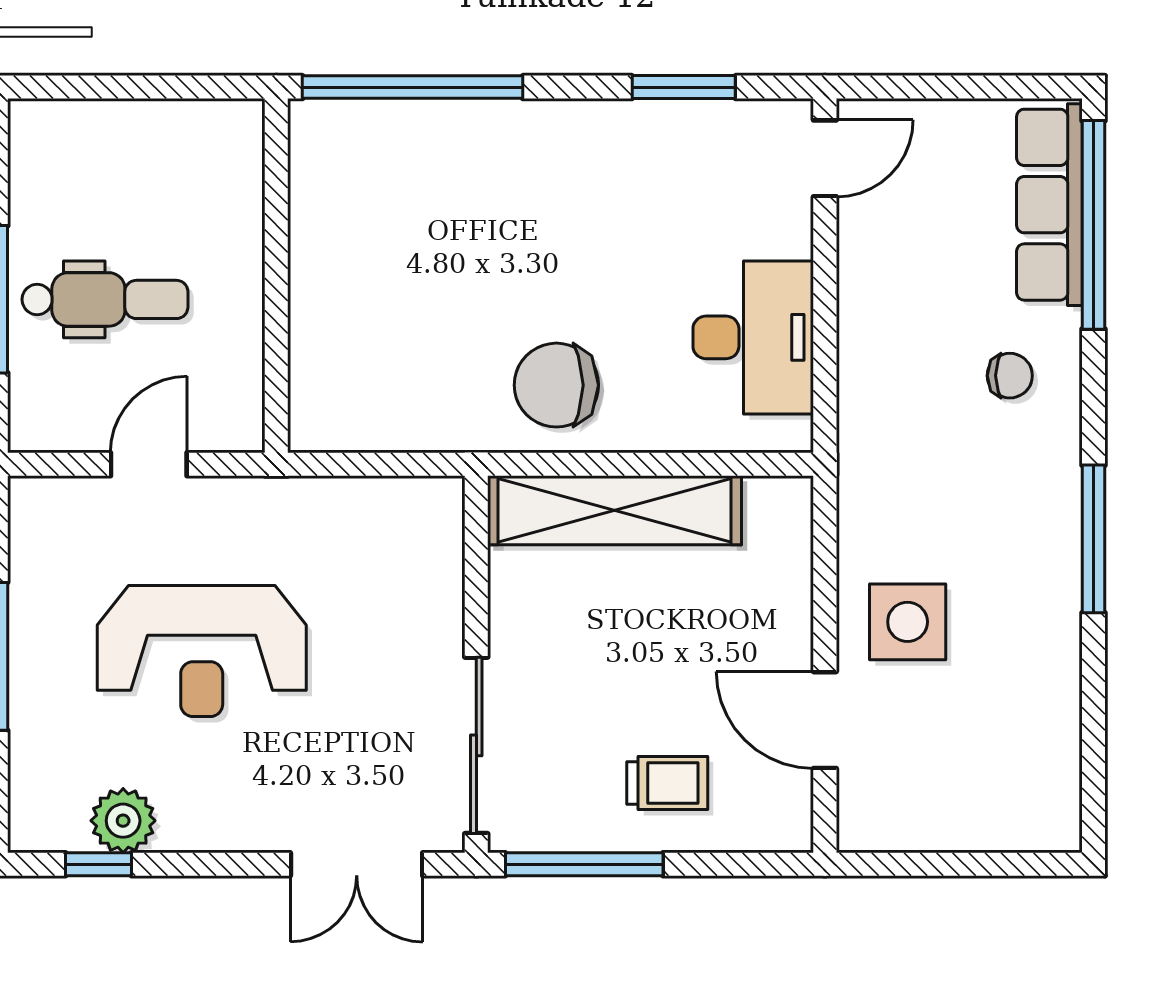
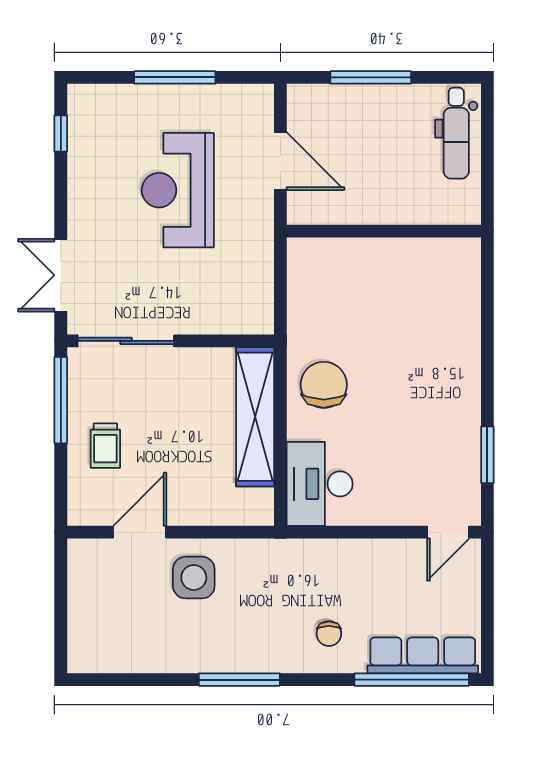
window: (413, 87) -> (487, 306), removed
door: (825, 158) -> (448, 532), hinge flipped
dental chair: (105, 299) -> (456, 133), moved
desk: (753, 337) -> (320, 484), moved, turned 90
door: (149, 464) -> (280, 161), width x1.38
plant: (123, 821) -> (85, 147), removed

